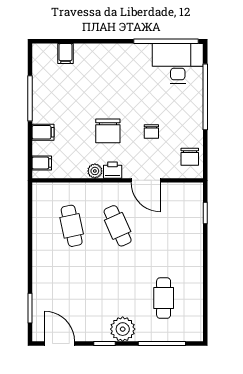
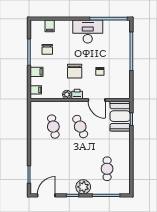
desk: (178, 63) -> (88, 32), moved
chair: (190, 157) -> (47, 49), moved
booth: (186, 208) -> (120, 116), added
door: (60, 344) -> (46, 195), hinge flipped

